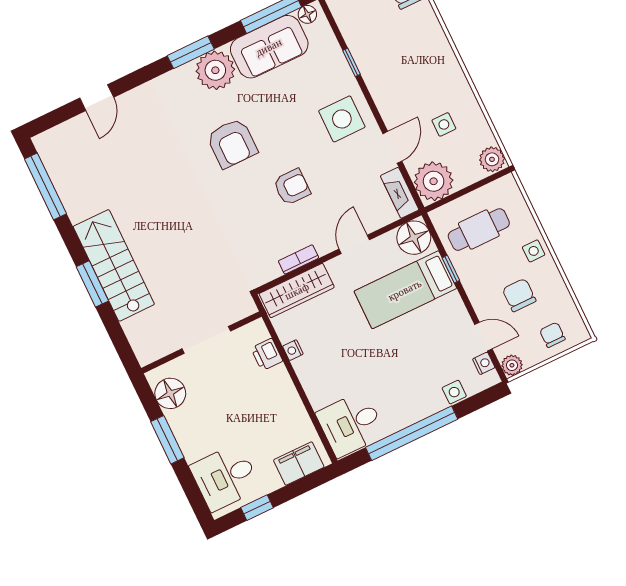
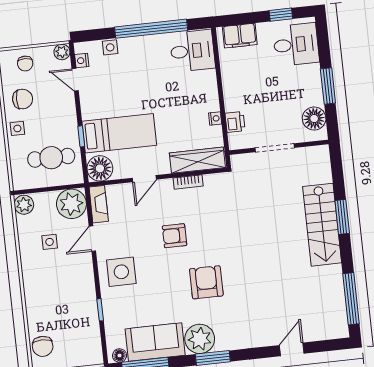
chair: (519, 295) -> (23, 99), moved, turned -90

